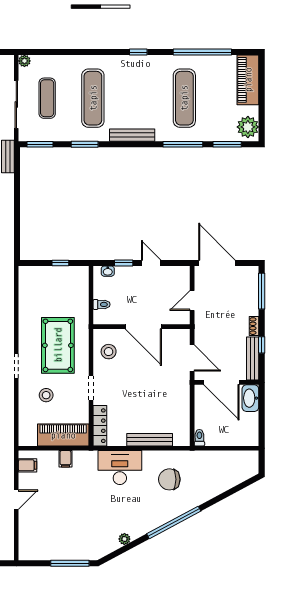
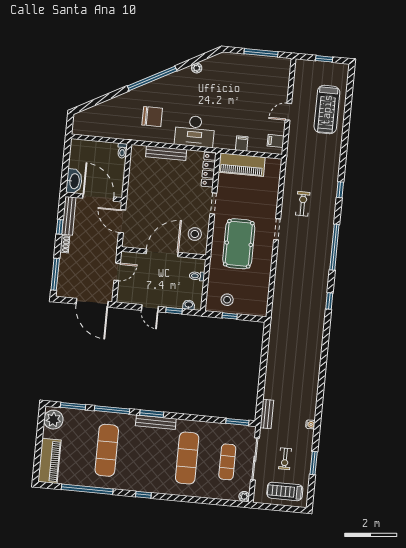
window: (85, 144) -> (152, 414), moved
door: (143, 327) -> (162, 253), hinge flipped
stool: (46, 395) -> (227, 300), moved
window: (70, 563) -> (261, 53), moved

